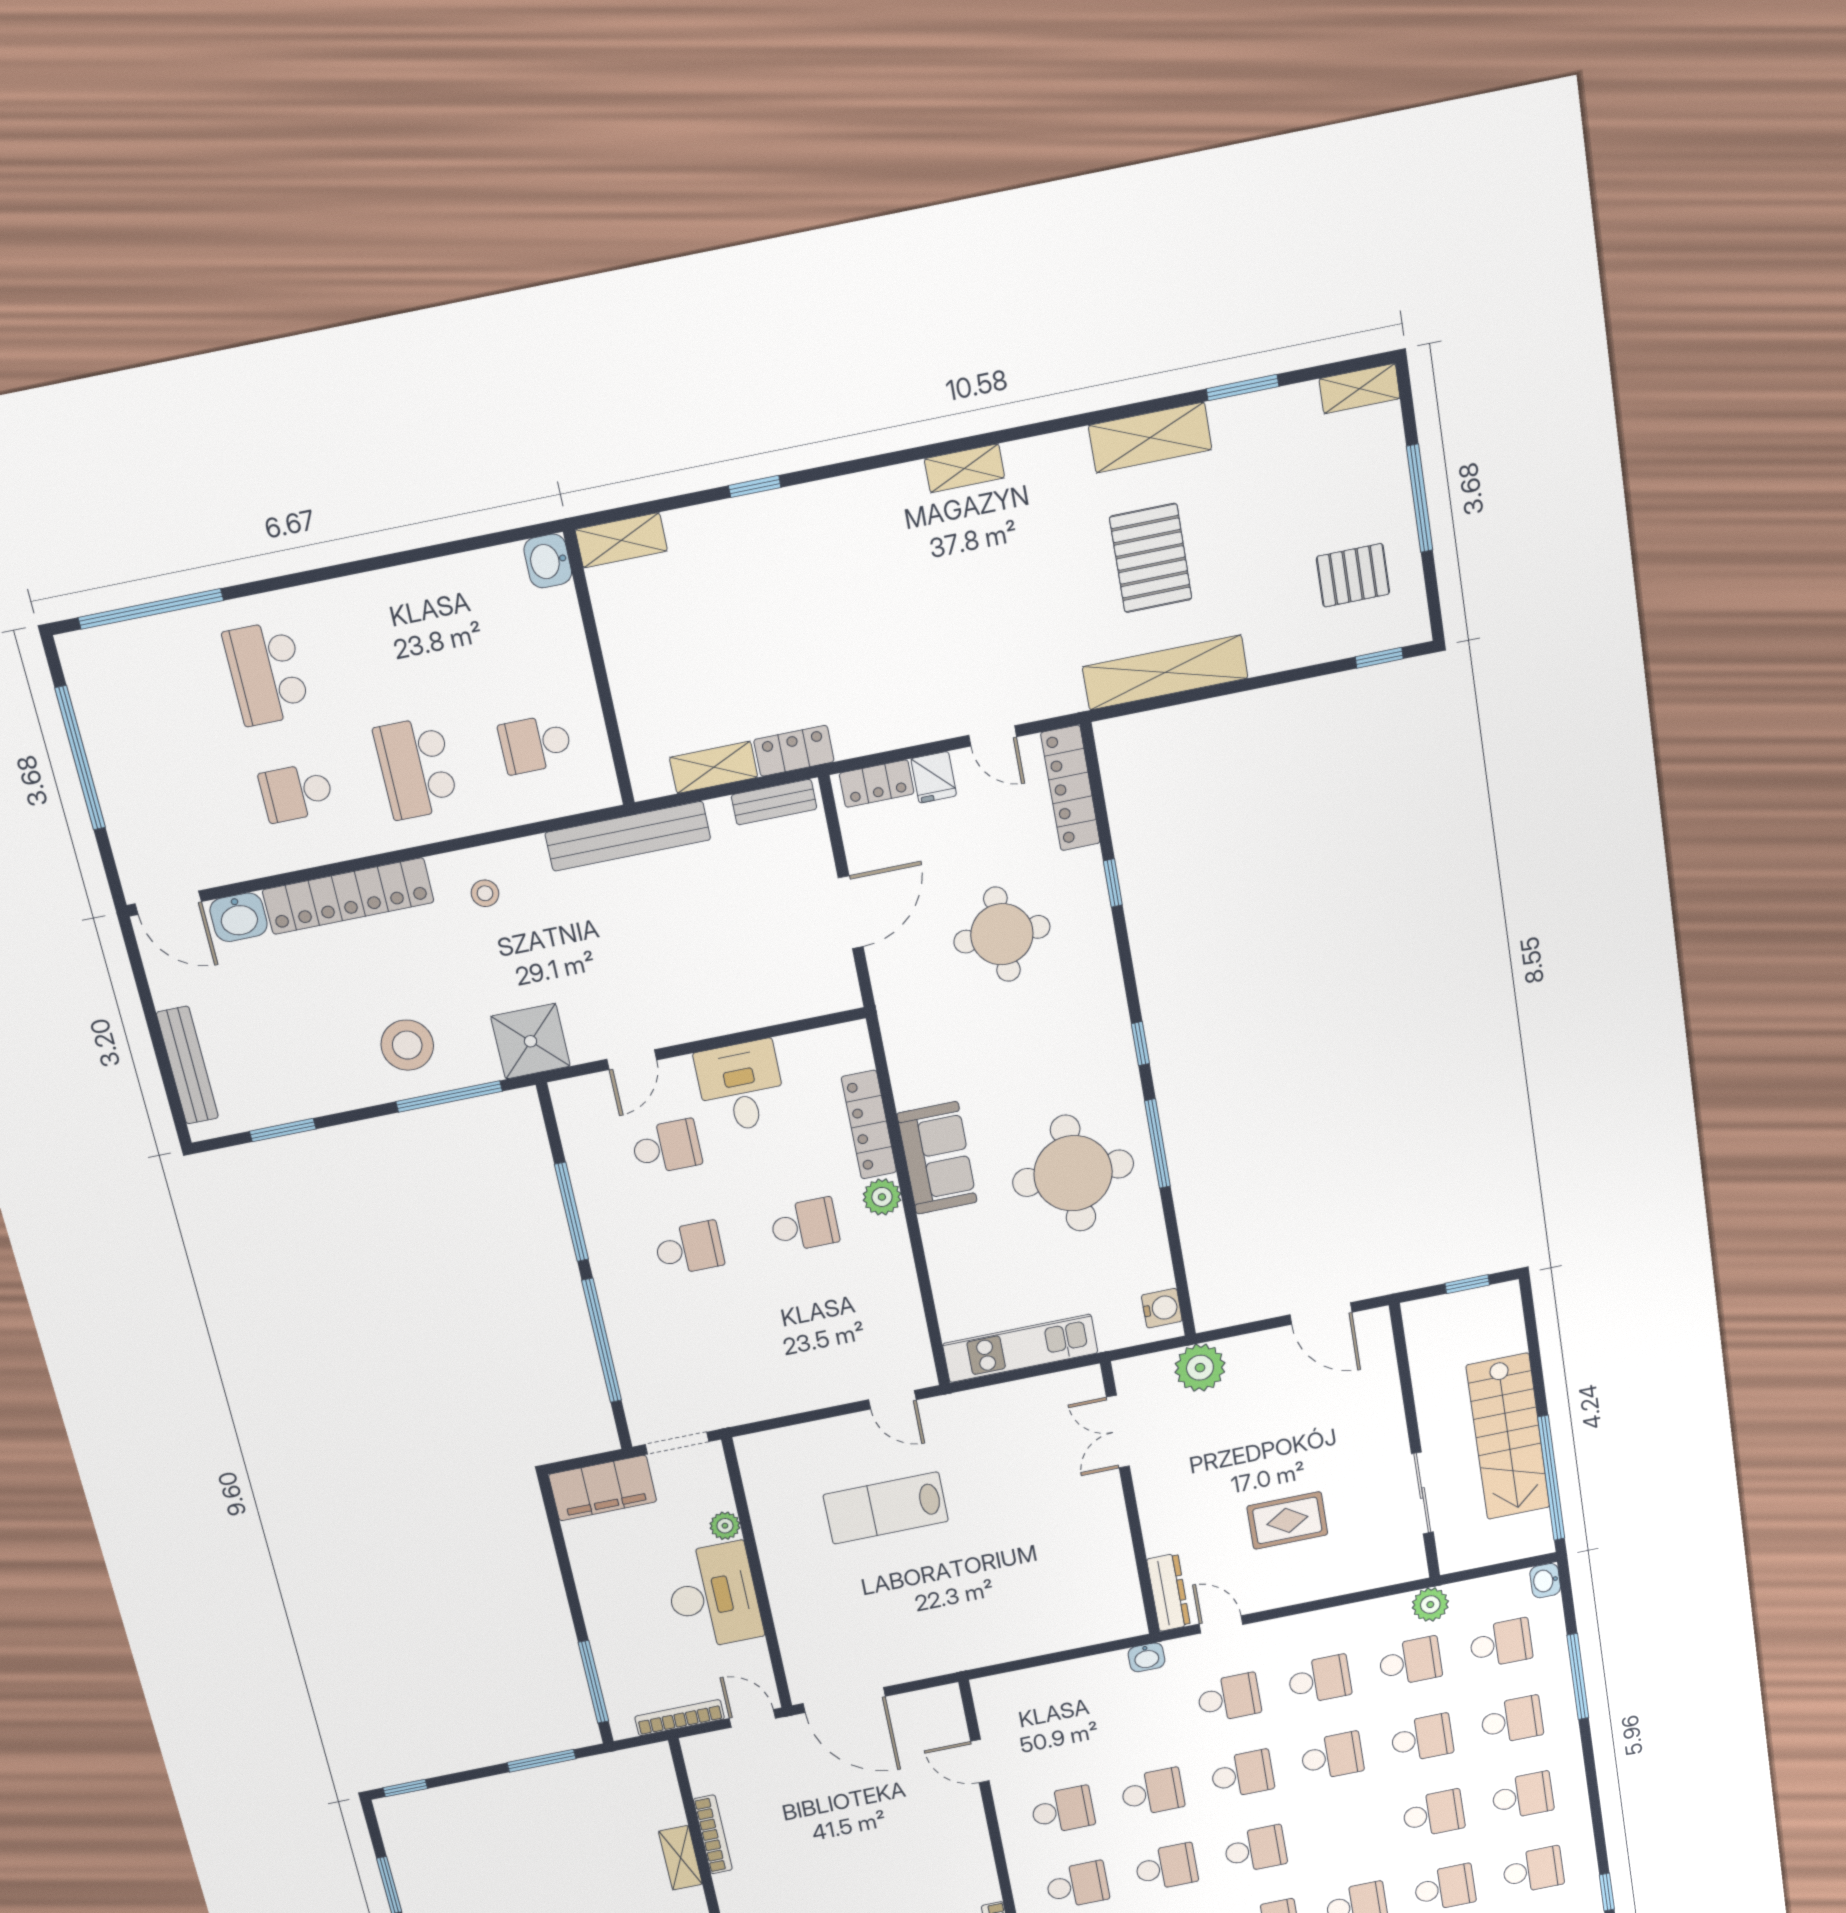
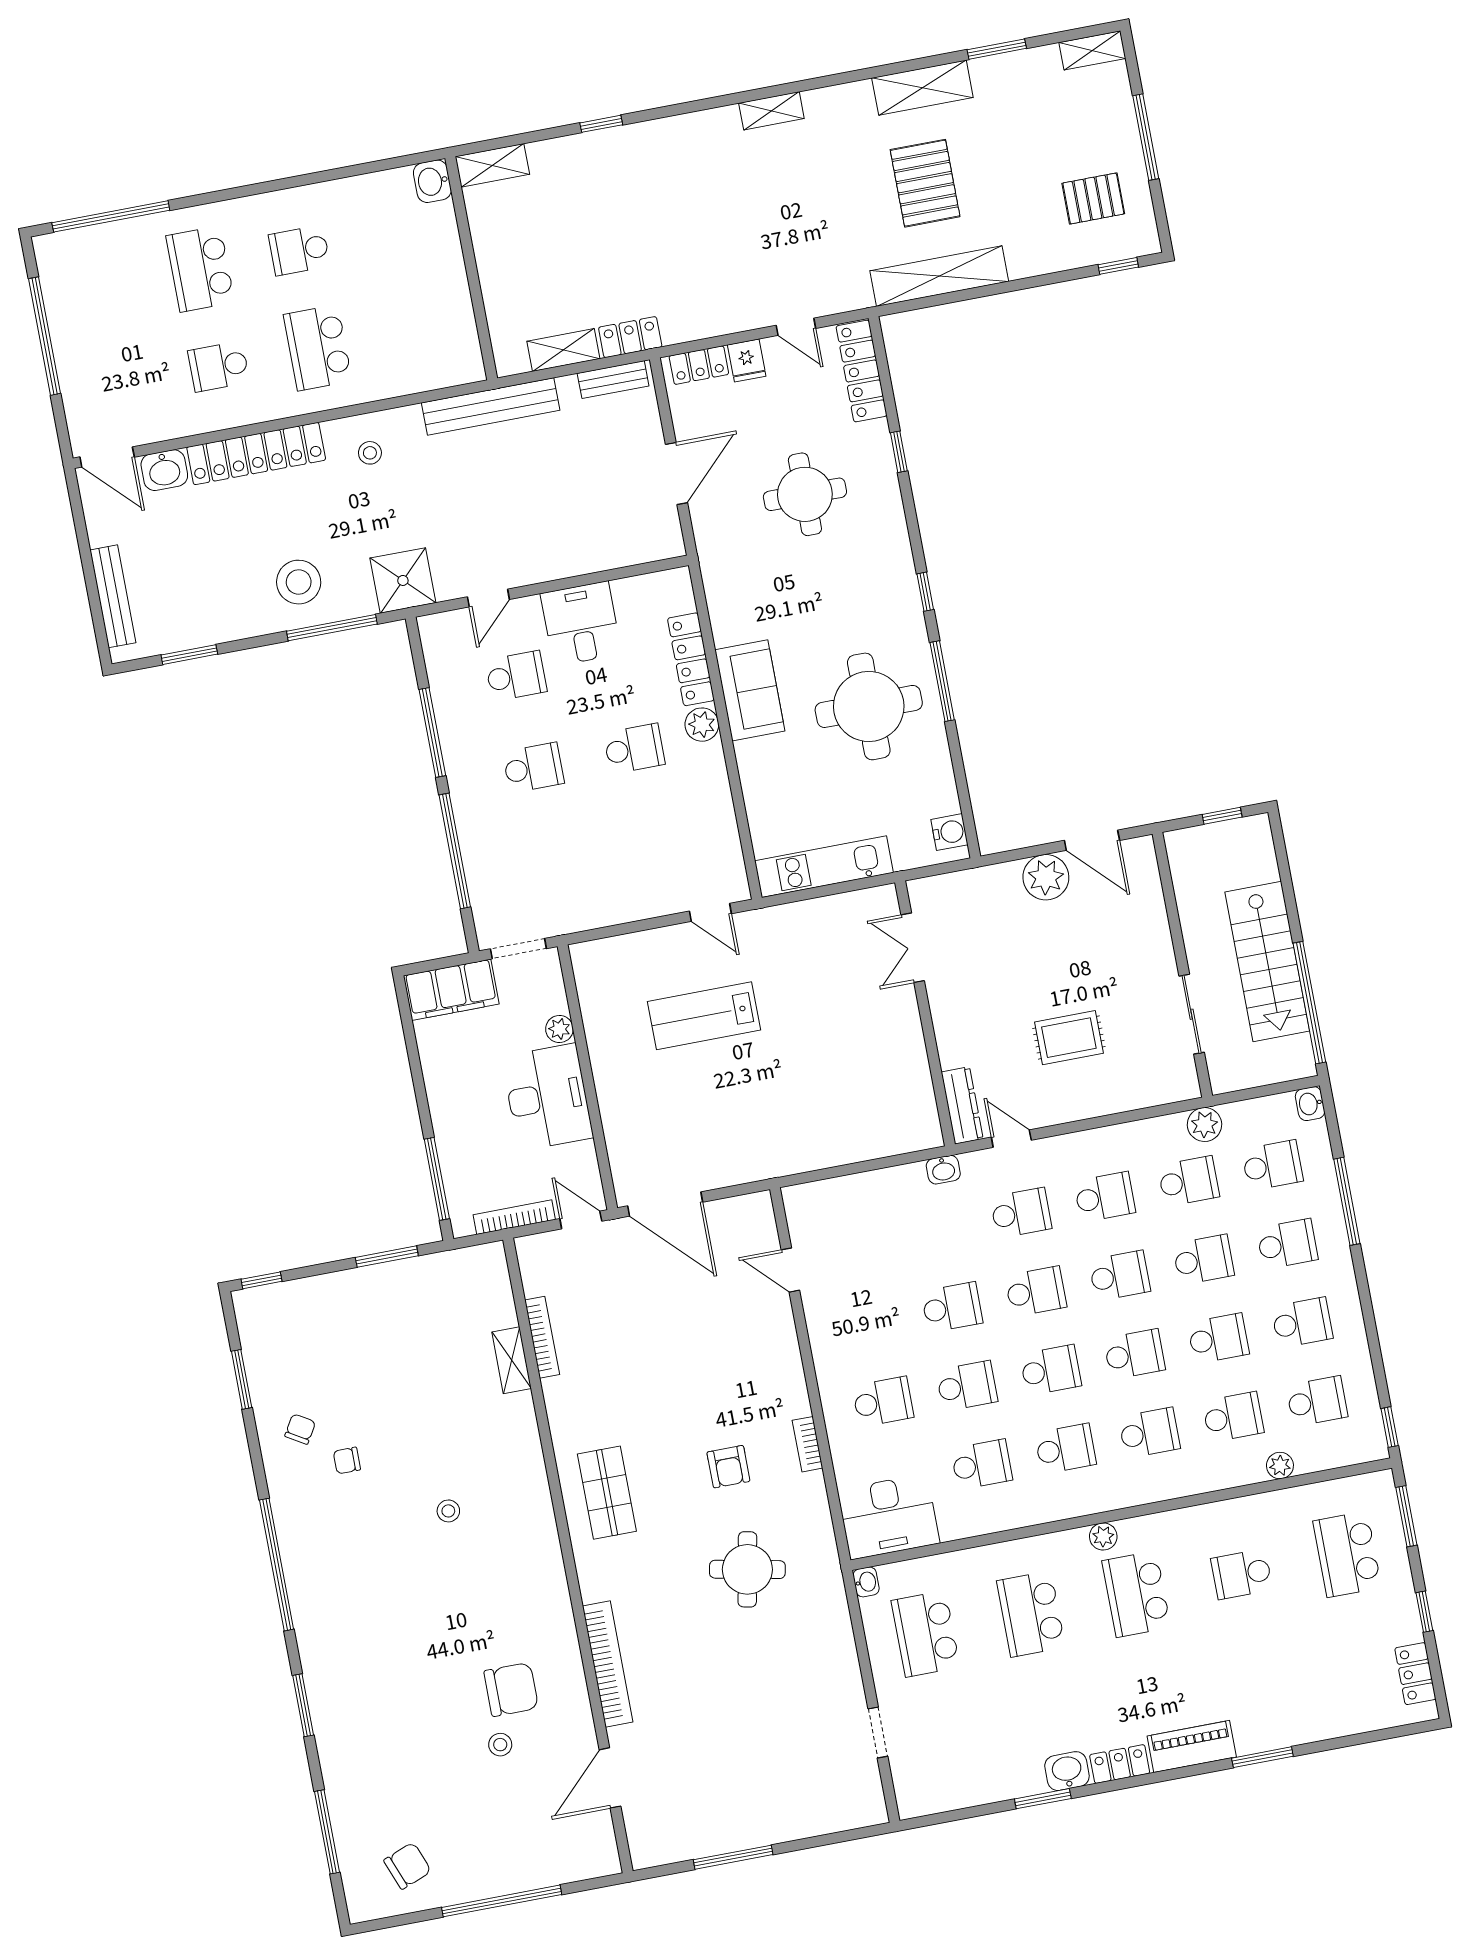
school desk: (535, 744) -> (299, 250), moved
plant: (1200, 1368) -> (1046, 877), moved
school desk: (1063, 1810) -> (1134, 1354), moved

